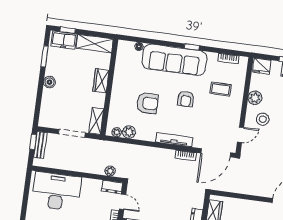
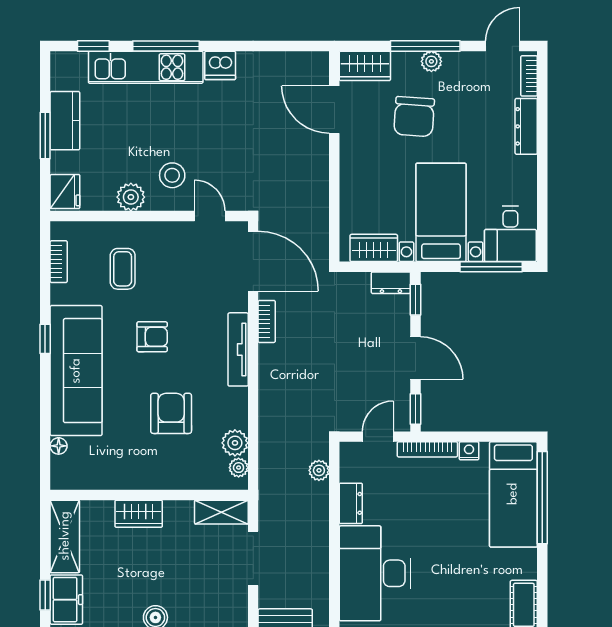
dresser: (112, 187) -> (351, 503), moved

